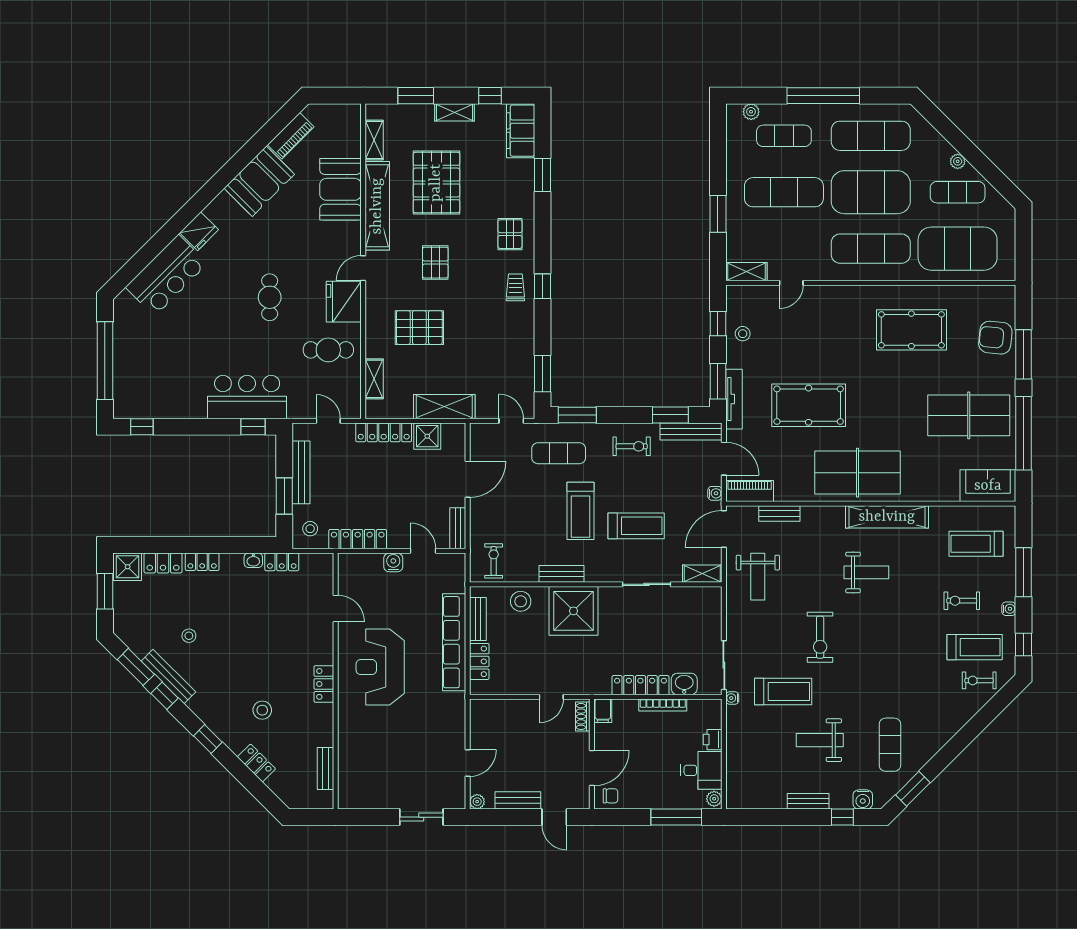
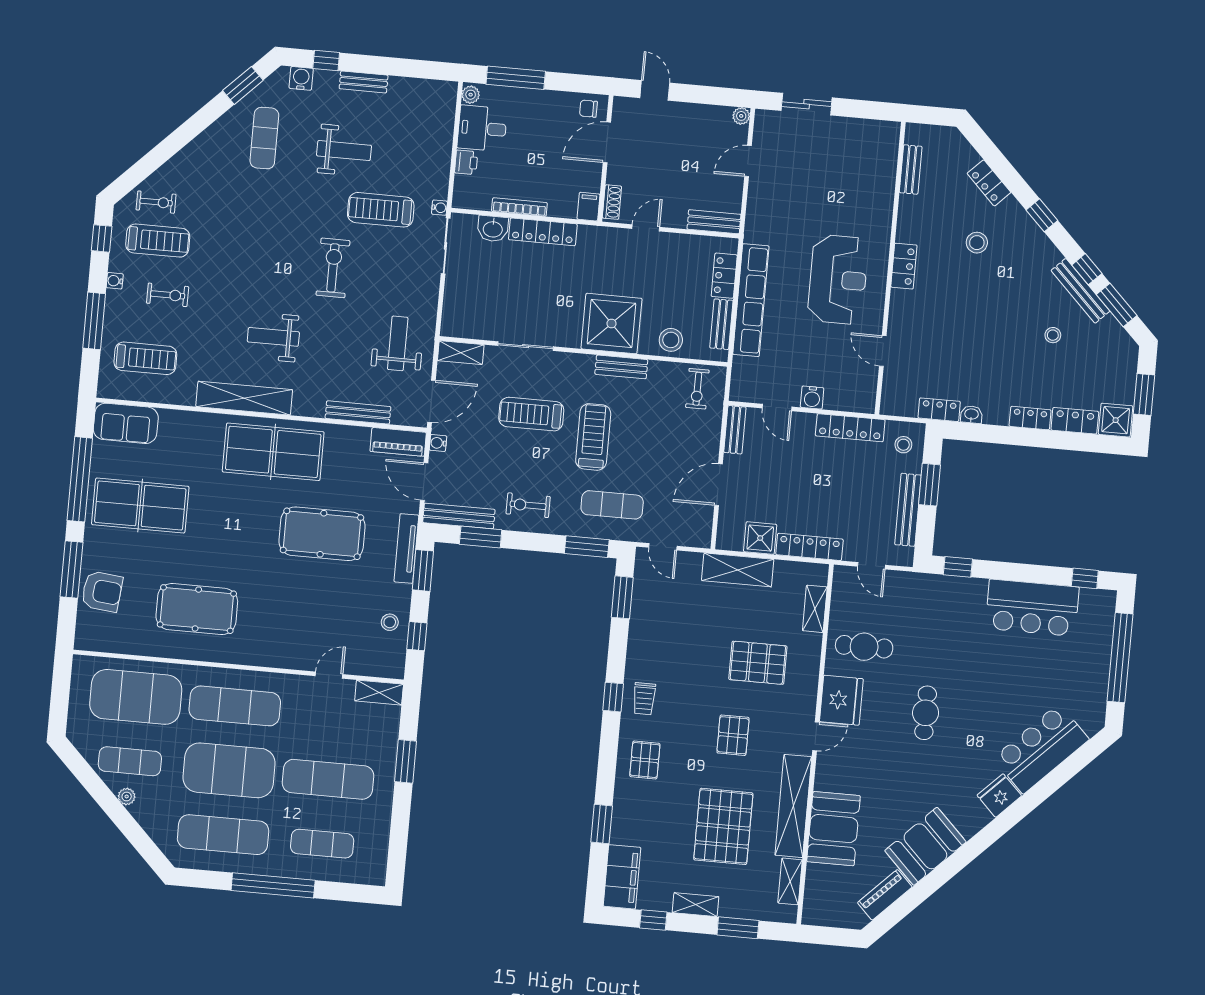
plant: (751, 112) -> (357, 875), removed
bar counter: (247, 397) -> (1032, 608), moved
bench: (779, 513) -> (358, 412), width x1.36
treadmill: (975, 647) -> (158, 241), turned 180
bench: (518, 800) -> (714, 222), moved

